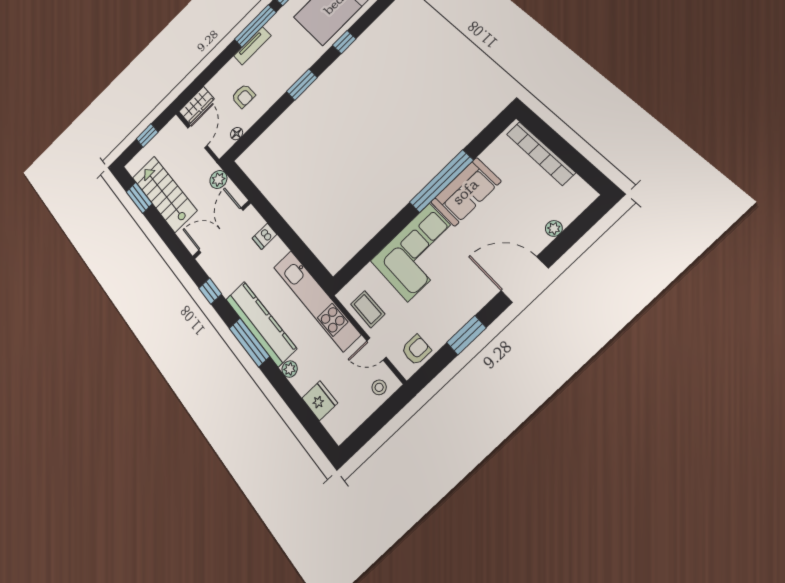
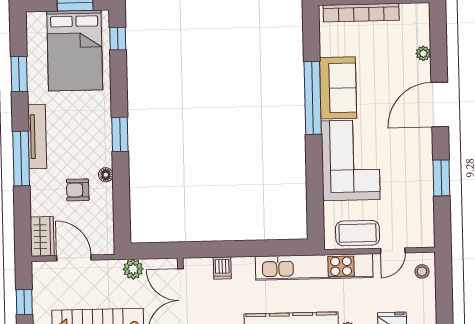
window: (255, 26) -> (21, 158), moved
window: (344, 42) -> (118, 39), moved
tv unit: (252, 46) -> (37, 137), width x1.41
armchair: (243, 96) -> (78, 190), turned 180
floor lamp: (237, 134) -> (106, 175), moved
coffee table: (368, 309) -> (358, 233), width x1.36, depth x1.30
armchair: (416, 350) -> (420, 222), removed

